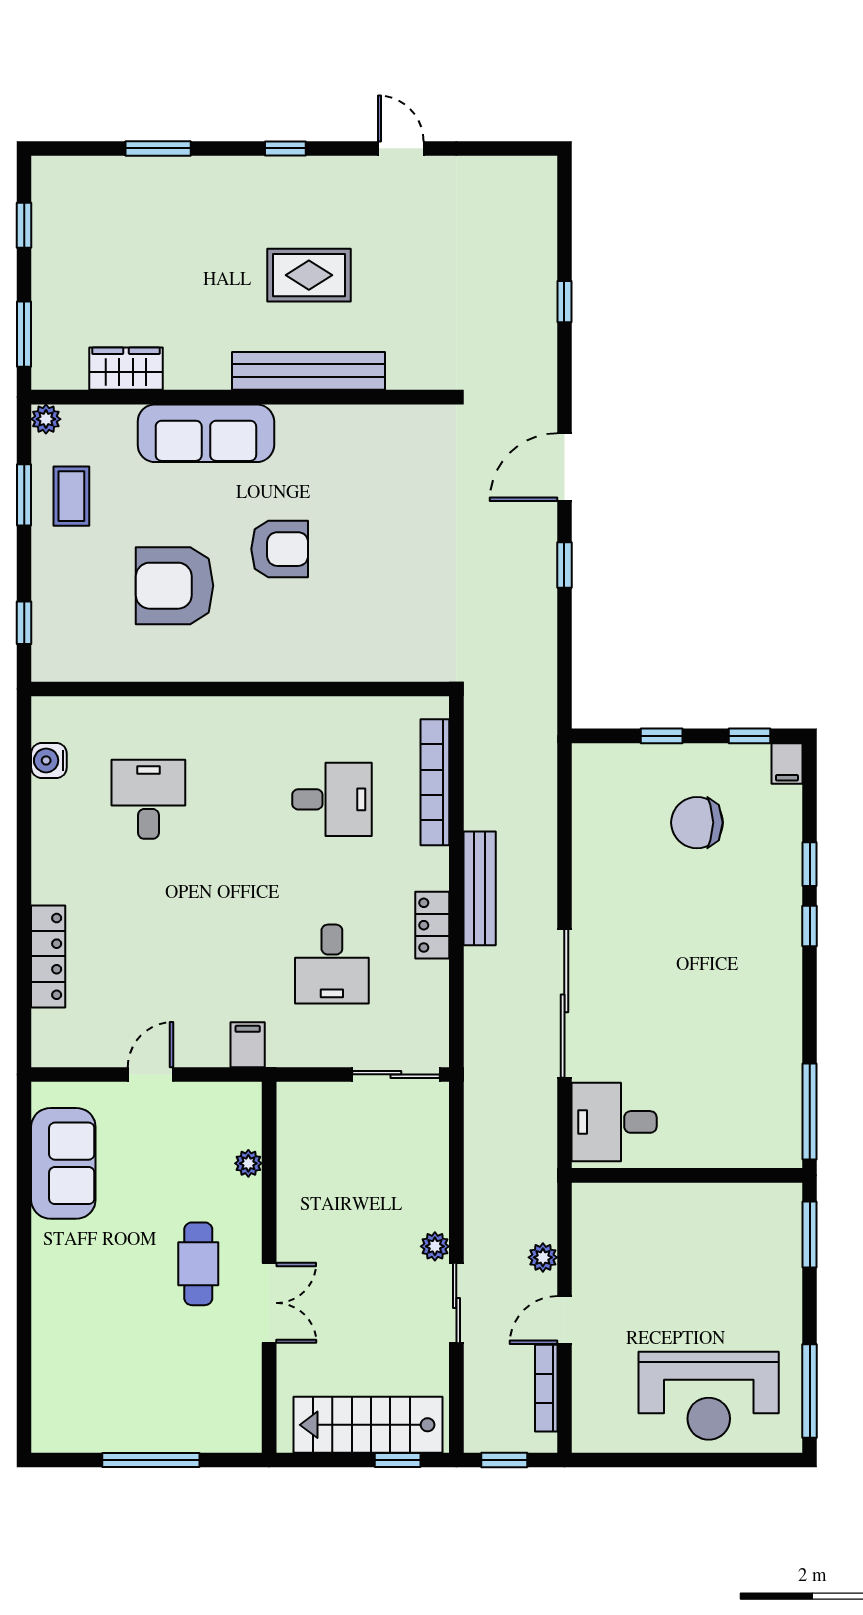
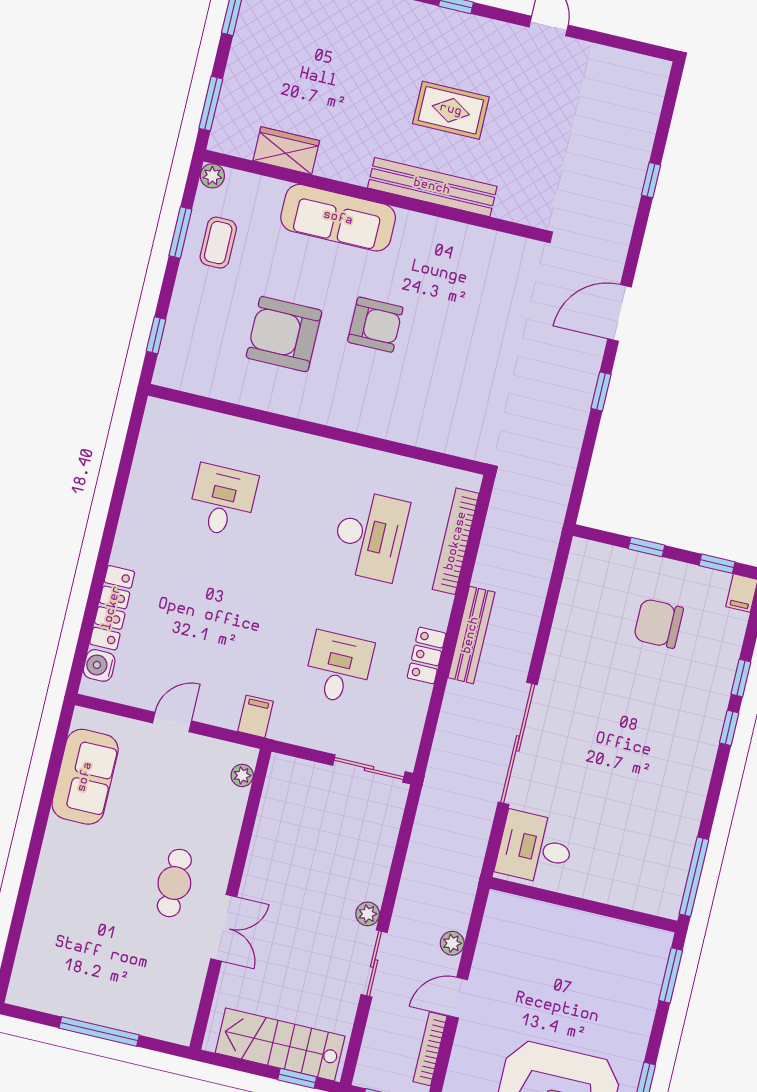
water cooler: (49, 760) -> (99, 665), moved
desk: (332, 799) -> (370, 535), width x1.37
desk: (332, 964) -> (339, 668), turned 180
plant: (248, 1163) -> (242, 775), moved

